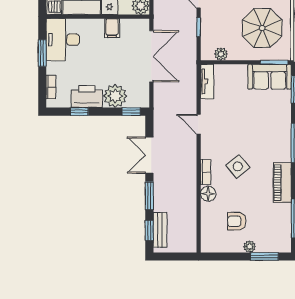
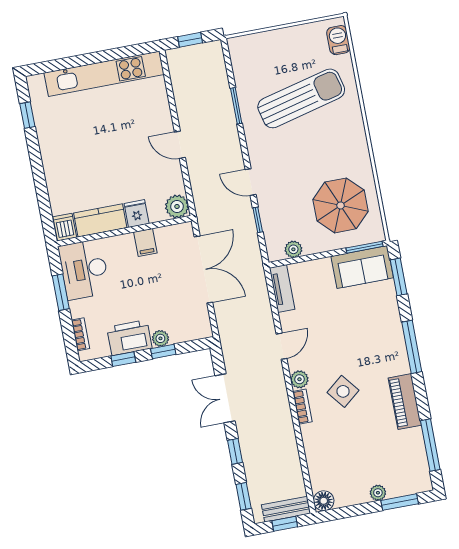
plant: (115, 96) -> (160, 338), width x0.53, depth x0.53
window: (131, 112) -> (163, 352), moved
door: (199, 124) -> (282, 346), swing flipped
plant: (207, 151) -> (299, 379), added
floor lamp: (208, 194) -> (324, 501), moved
window: (149, 196) -> (235, 451), width x0.67
armchair: (237, 221) -> (355, 463), removed
bench: (160, 230) -> (286, 509), moved, turned 90
window: (176, 257) -> (285, 524), added

